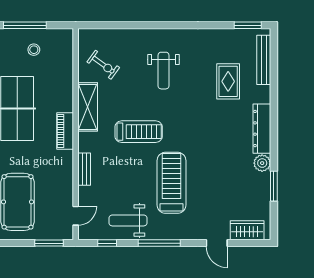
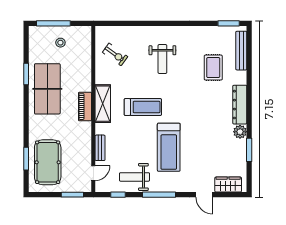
shelving: (88, 107) -> (103, 104), moved
bench: (84, 169) -> (100, 148), moved
treadmill: (171, 183) -> (169, 147), turned 180

